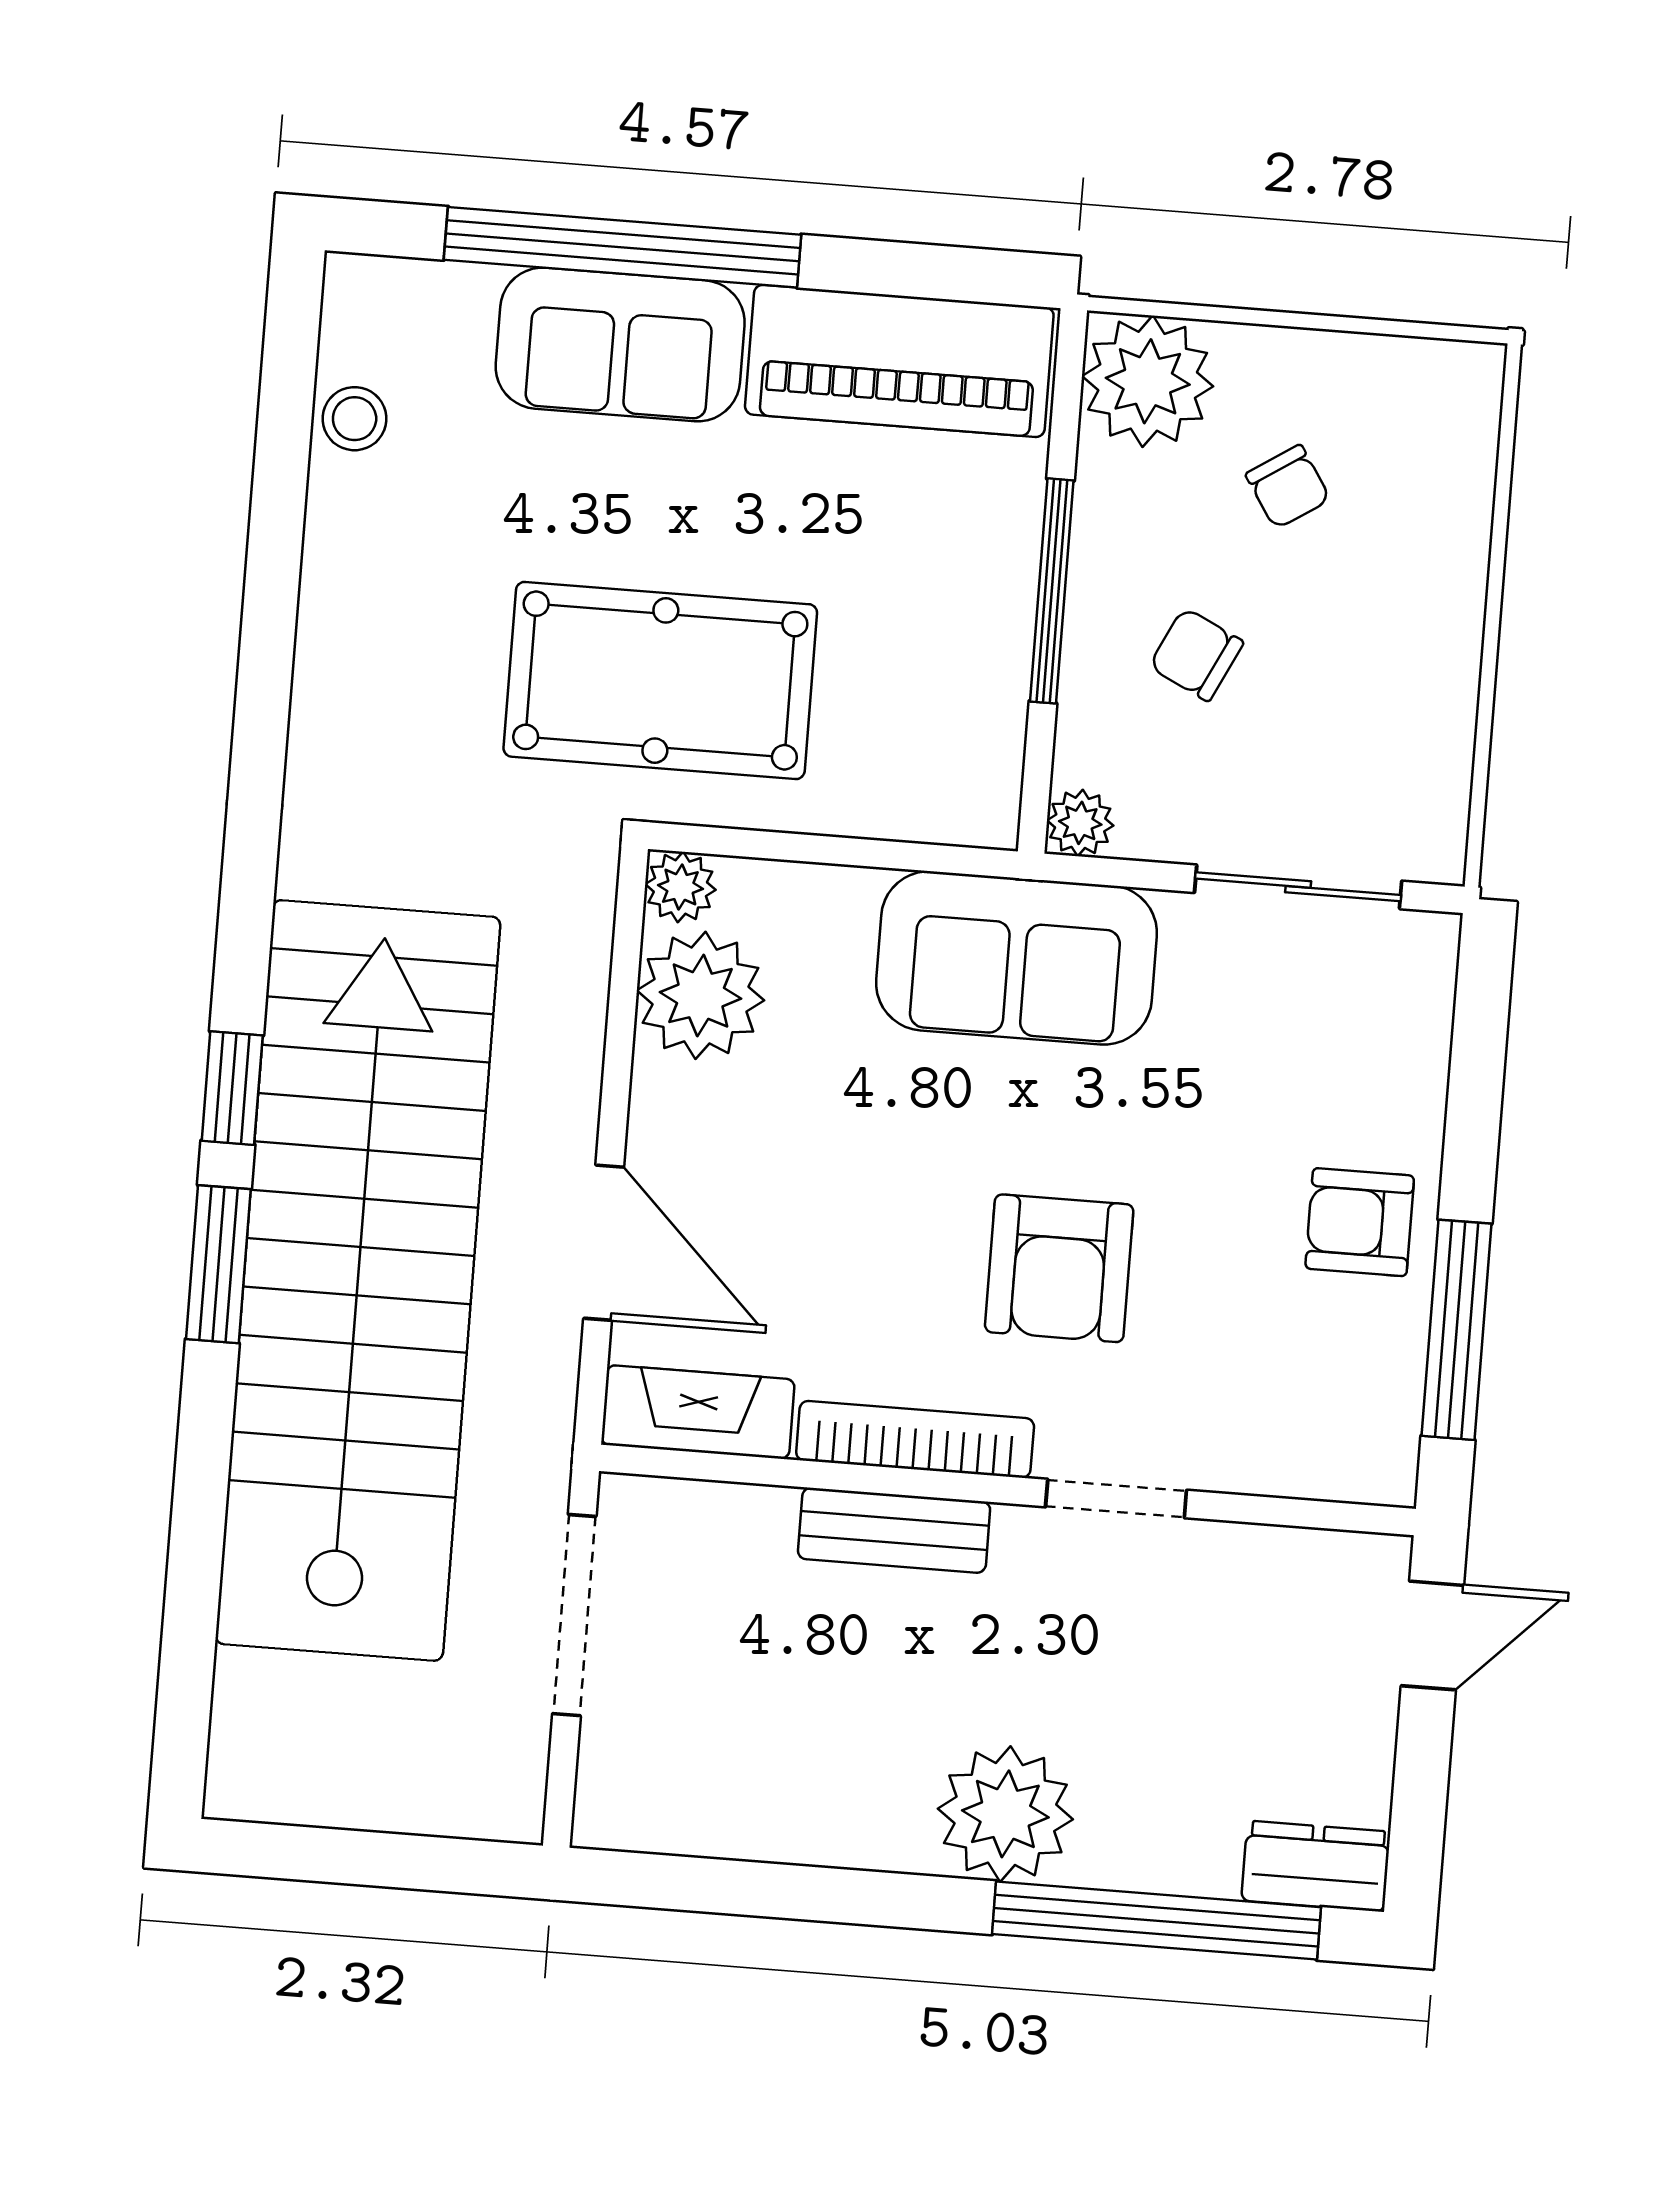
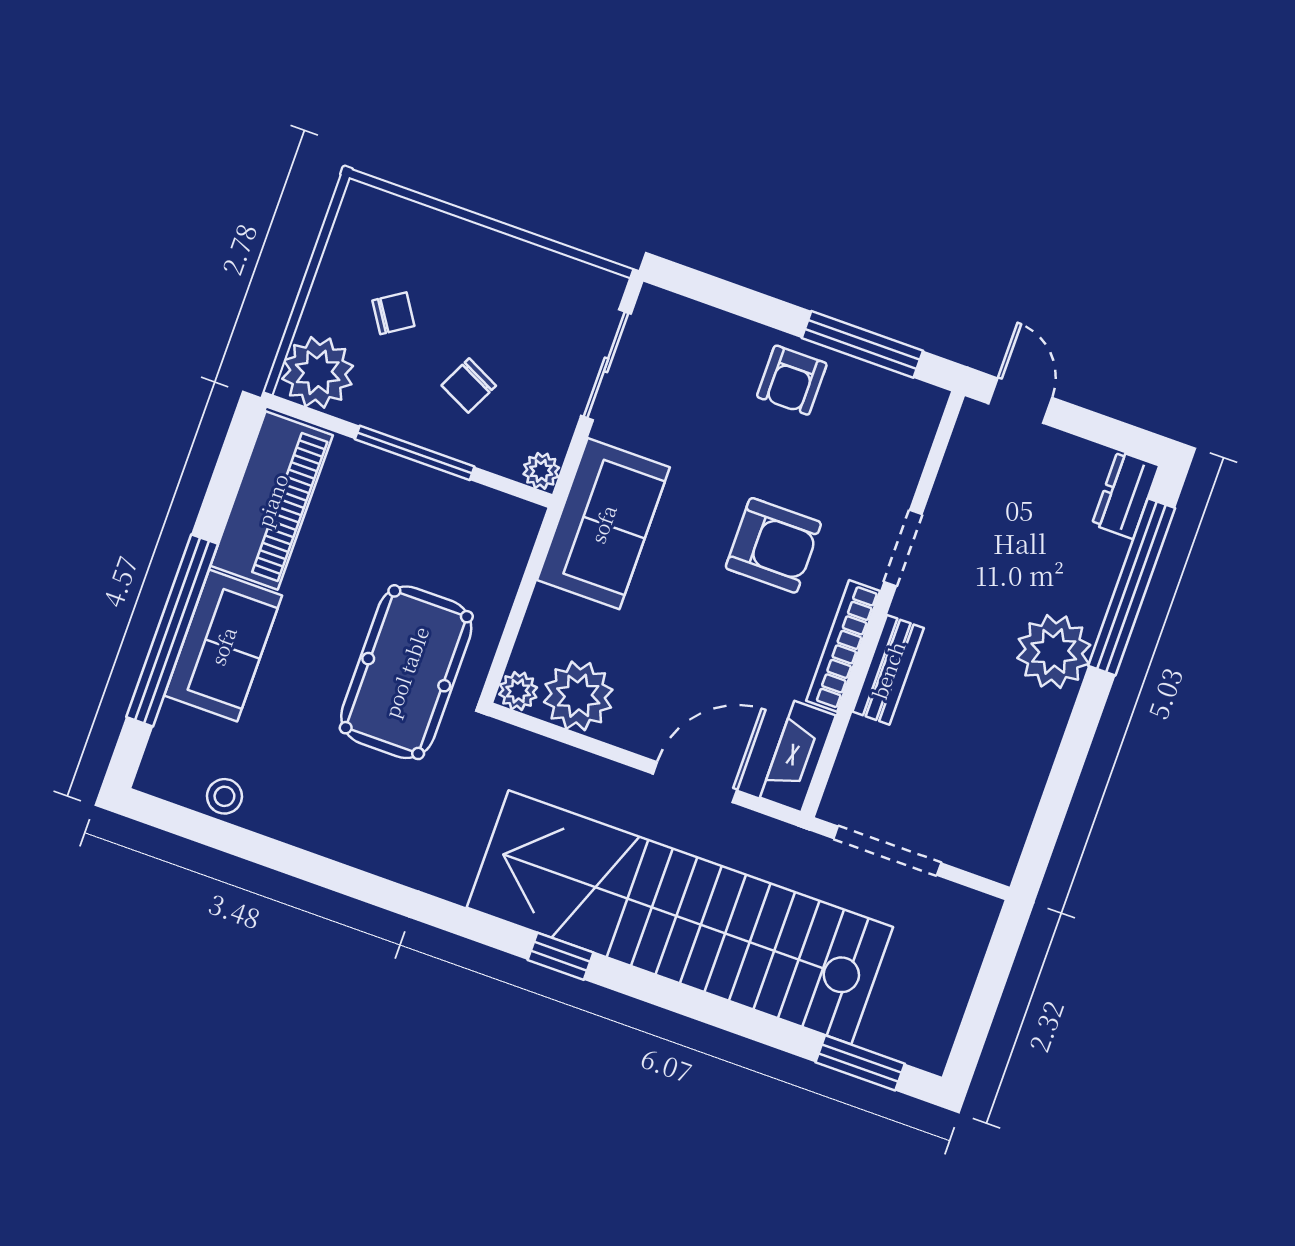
window: (218, 1264) -> (860, 1063), moved

